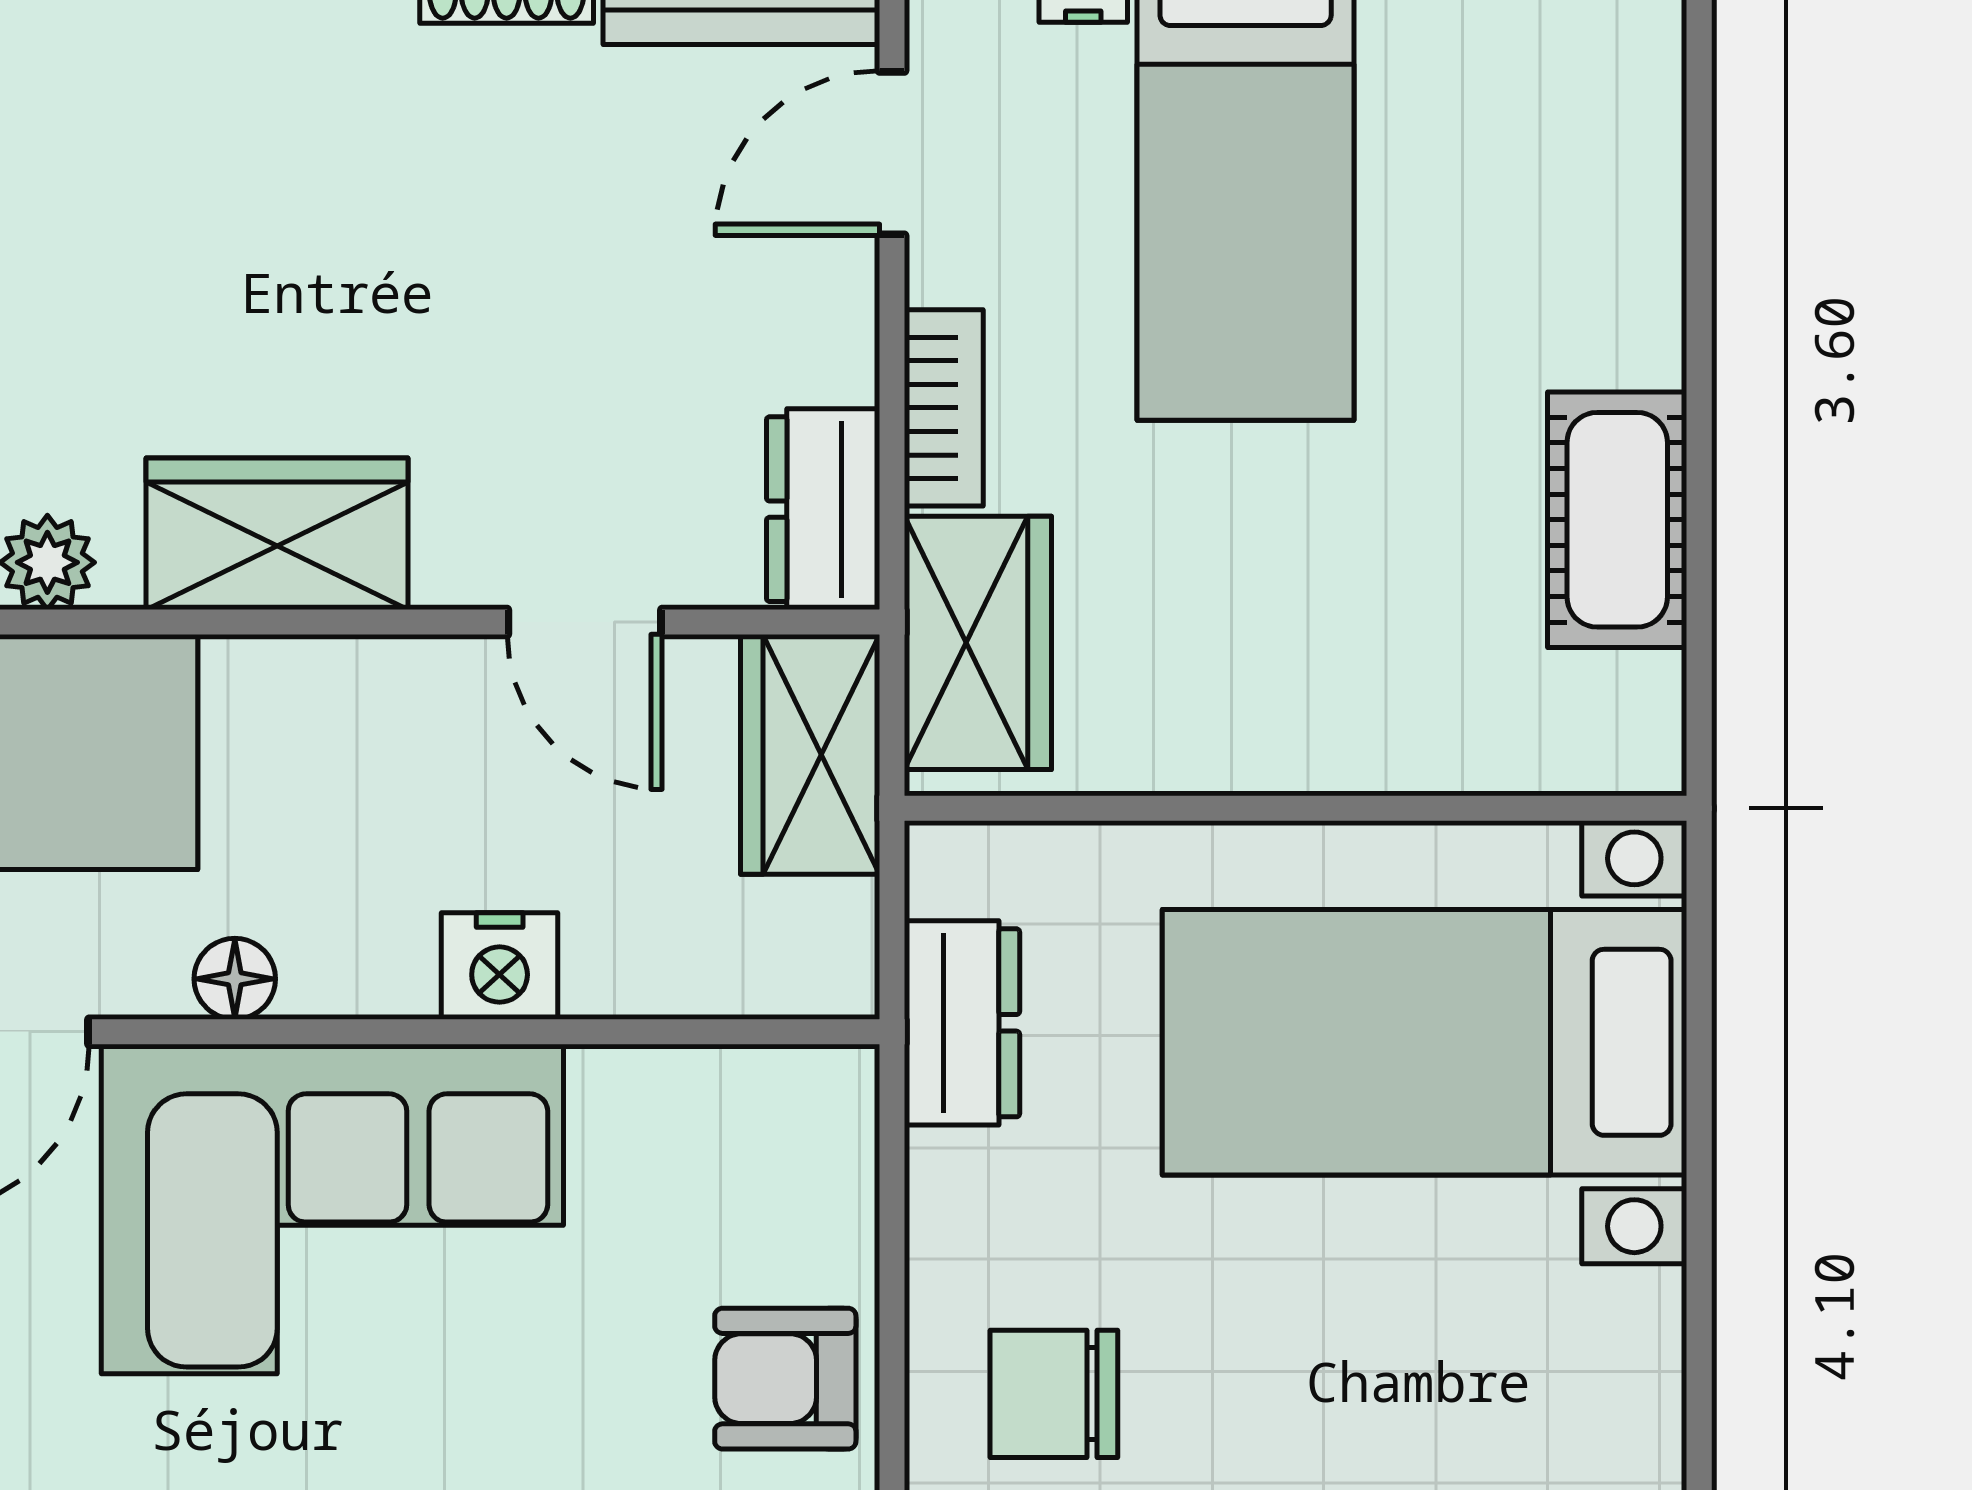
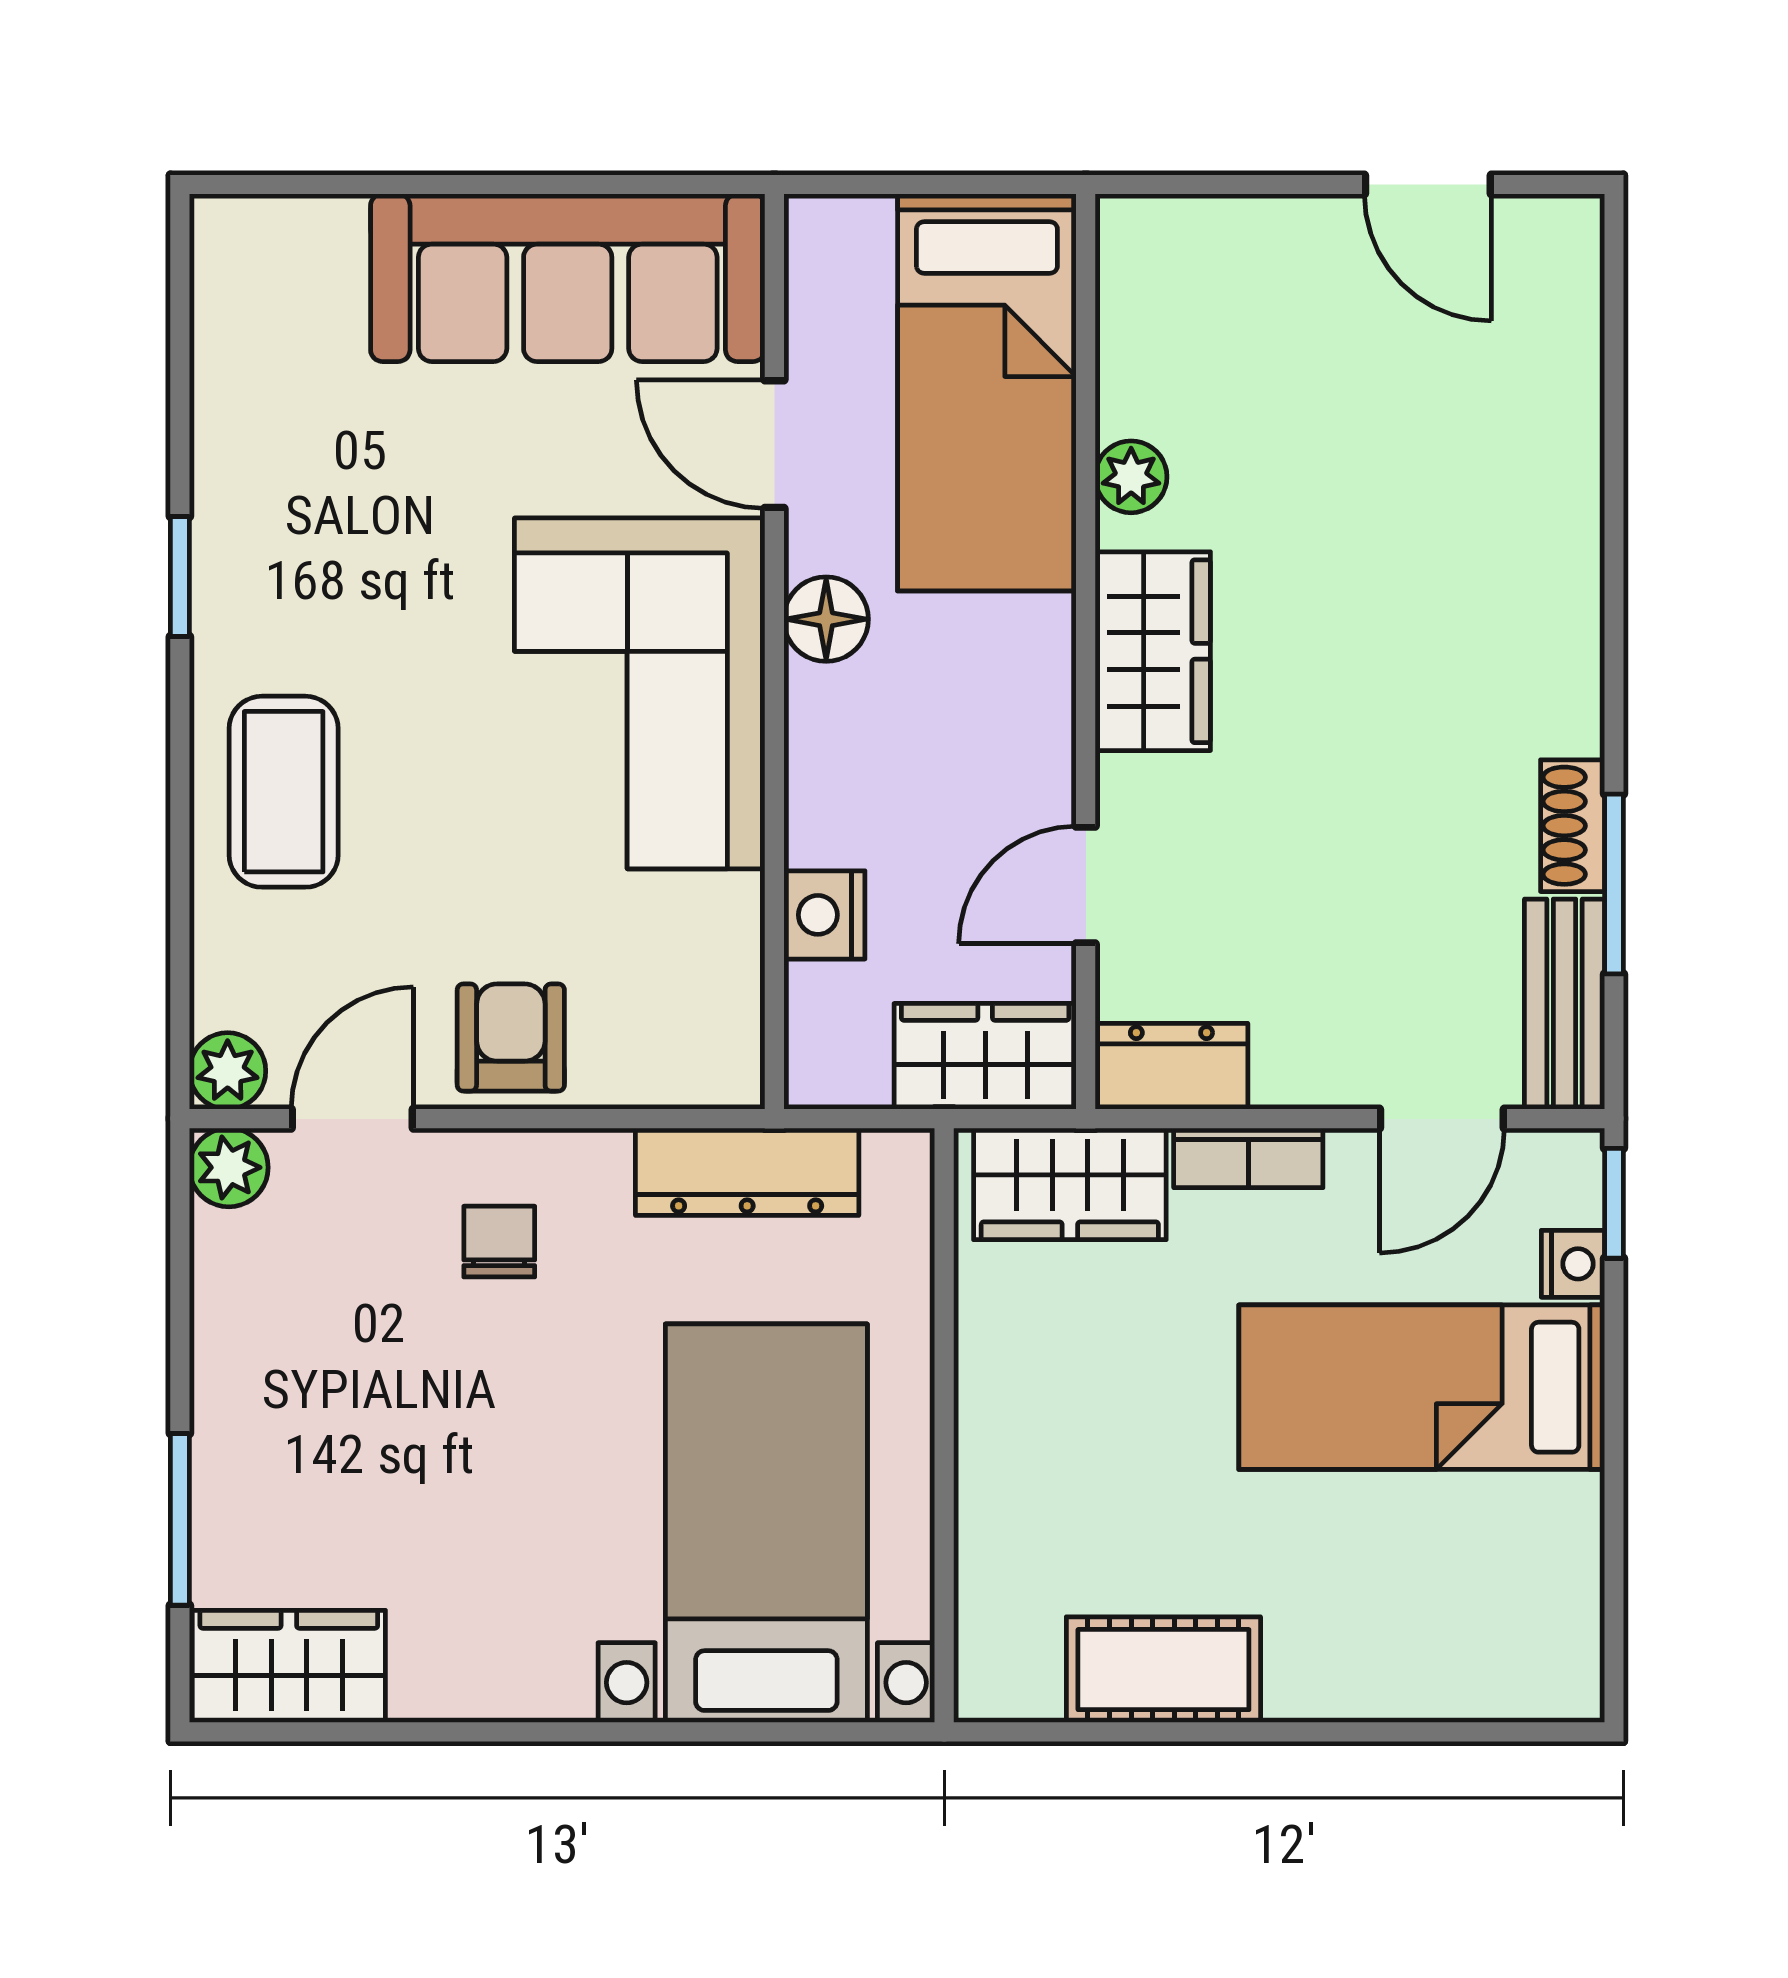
door: (892, 153) -> (1442, 1119), swing flipped
nightstand: (500, 966) -> (824, 915), moved
floor lamp: (235, 979) -> (826, 619), width x1.37, depth x1.37
dresser: (962, 1023) -> (747, 1172), width x1.44
chair: (1054, 1394) -> (499, 1242), width x0.73, depth x0.73

